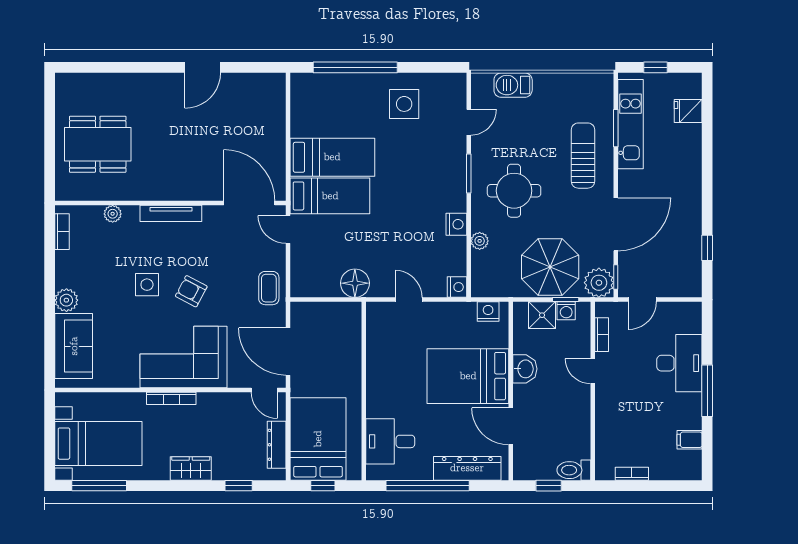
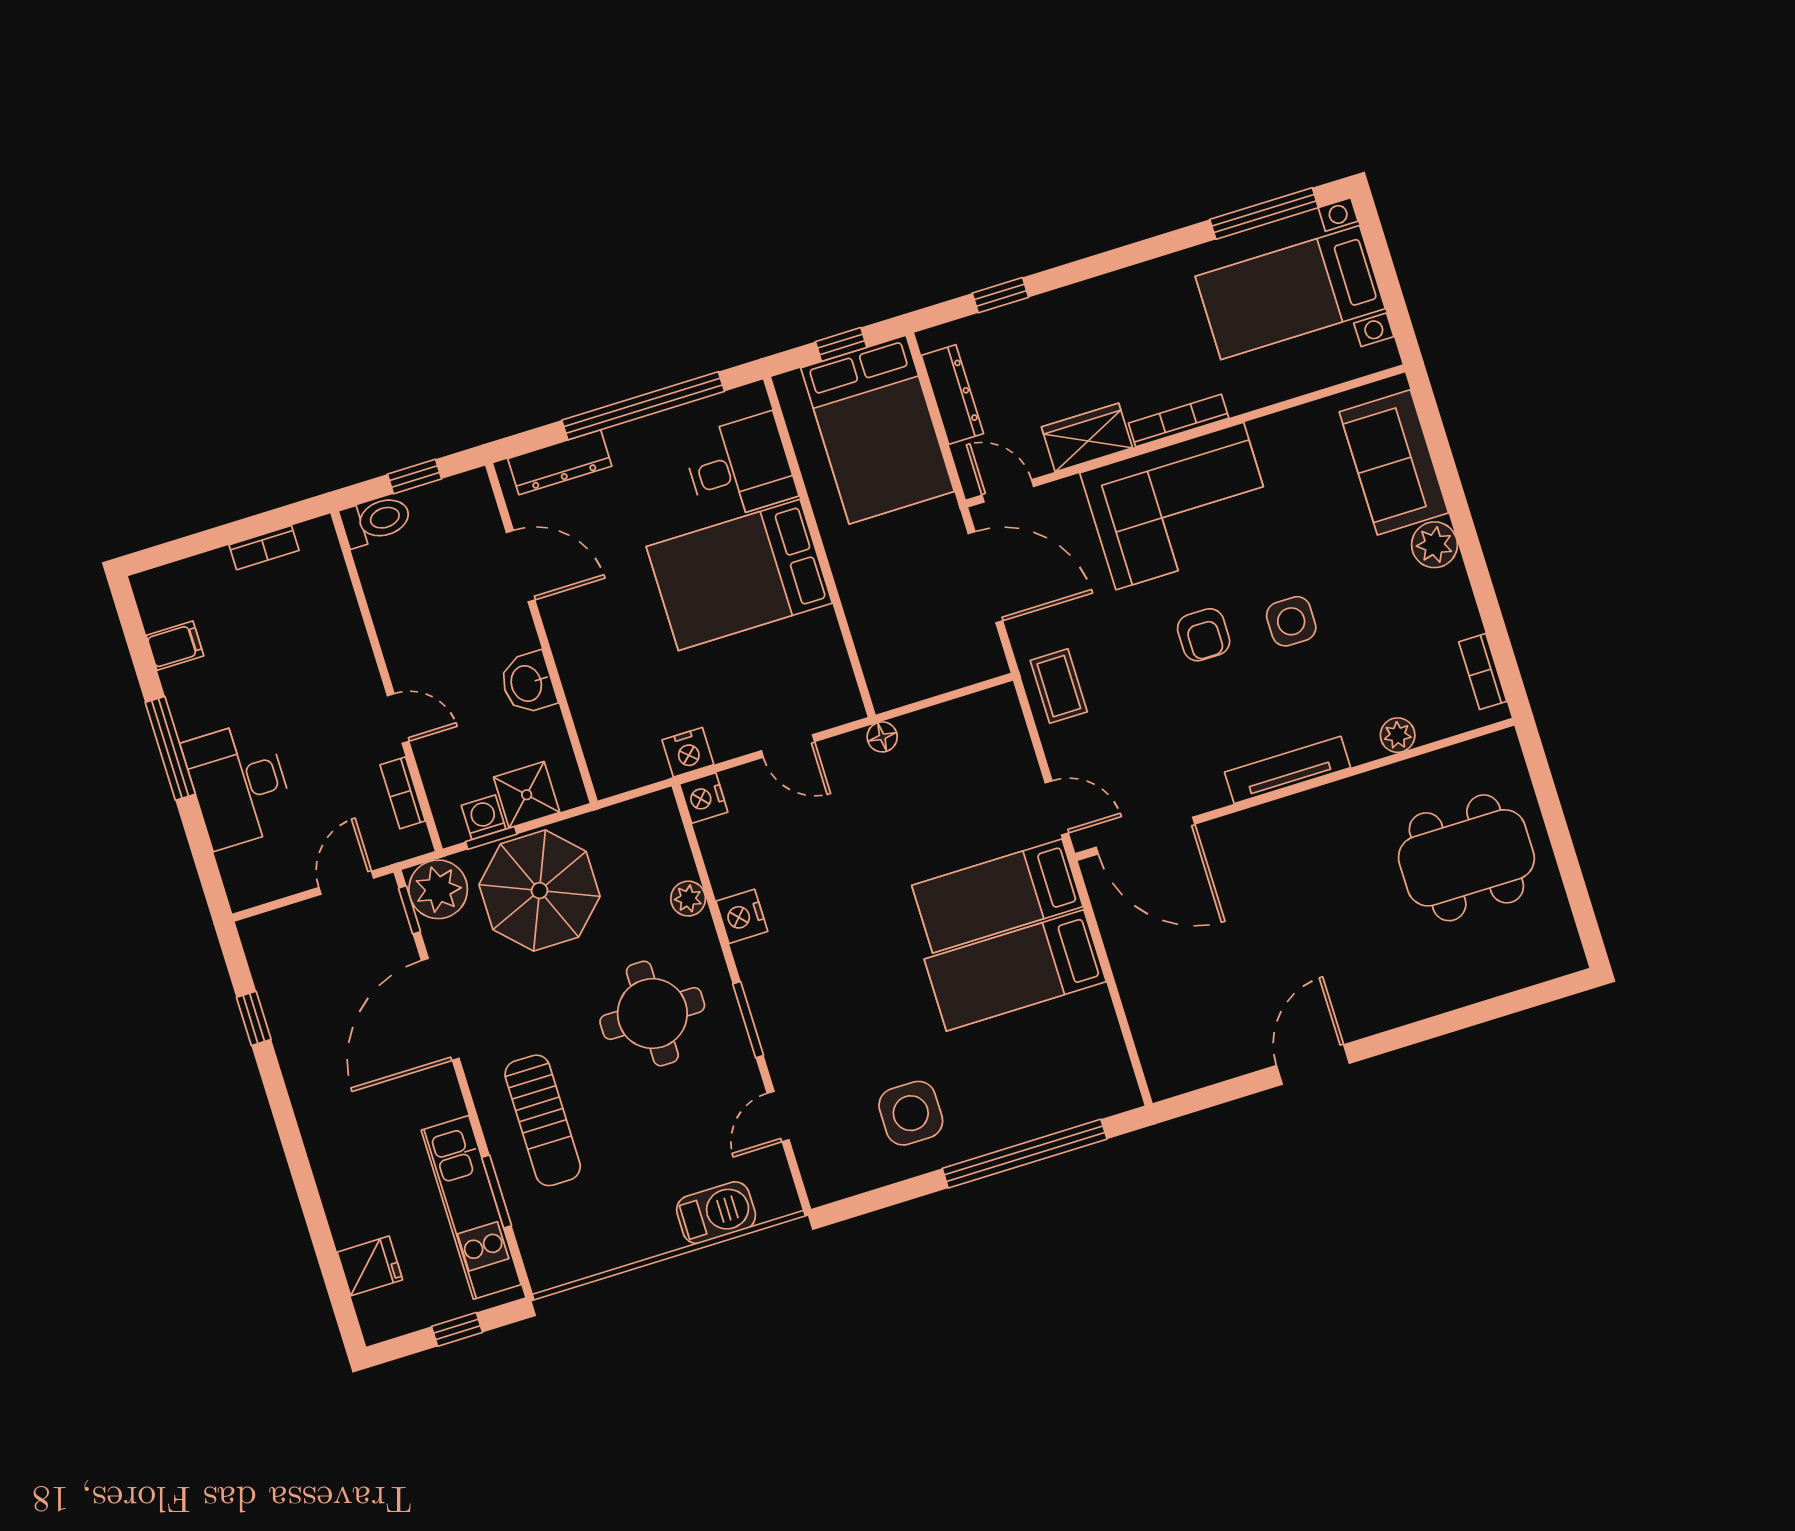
floor lamp: (355, 283) -> (882, 737), width x0.53, depth x0.53
armchair: (191, 291) -> (1204, 635), turned 62
nightstand: (488, 312) -> (688, 752), moved
bed: (468, 376) -> (739, 575), moved, turned 180
wardrobe: (191, 468) -> (1087, 437), moved, turned 180
dresser: (467, 468) -> (560, 462), width x0.73, depth x0.80

